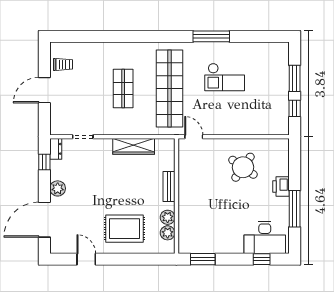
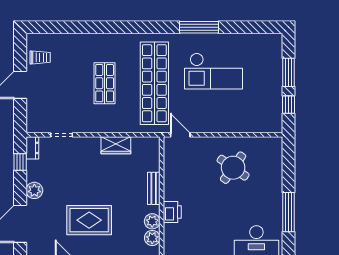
checkout: (225, 77) -> (213, 71), width x1.36, depth x1.21
wardrobe: (134, 146) -> (116, 145), width x0.67
printer: (281, 186) -> (172, 212), moved, turned 180
rug: (124, 229) -> (89, 220), moved

